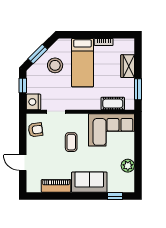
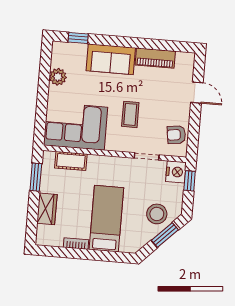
stool: (55, 65) -> (157, 214), moved
window: (23, 85) -> (190, 181), moved

